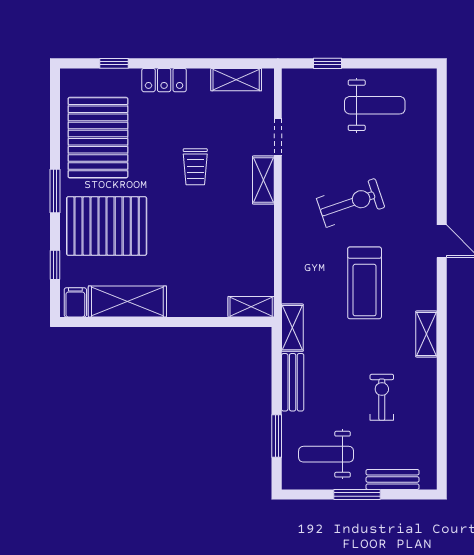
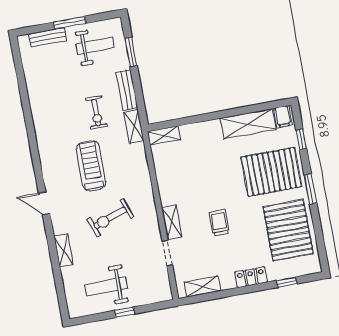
window: (327, 63) -> (125, 312), moved
shelving: (426, 334) -> (64, 250), moved
exercise bike: (382, 397) -> (96, 112), moved

